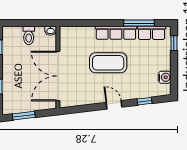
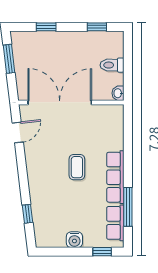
coffee table: (108, 63) -> (77, 167), width x0.54, depth x0.58
water cooler: (165, 77) -> (74, 240), moved
door: (114, 105) -> (18, 132), moved

